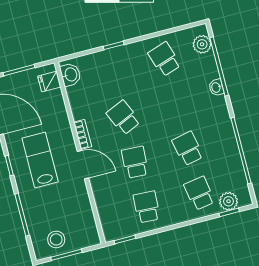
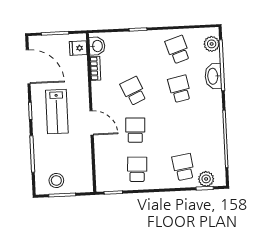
washbasin: (216, 87) -> (213, 76), width x1.91, depth x1.45
bookcase: (83, 134) -> (95, 68), moved
school desk: (188, 149) -> (180, 89), moved
lab bench: (40, 160) -> (57, 112), turned 180

